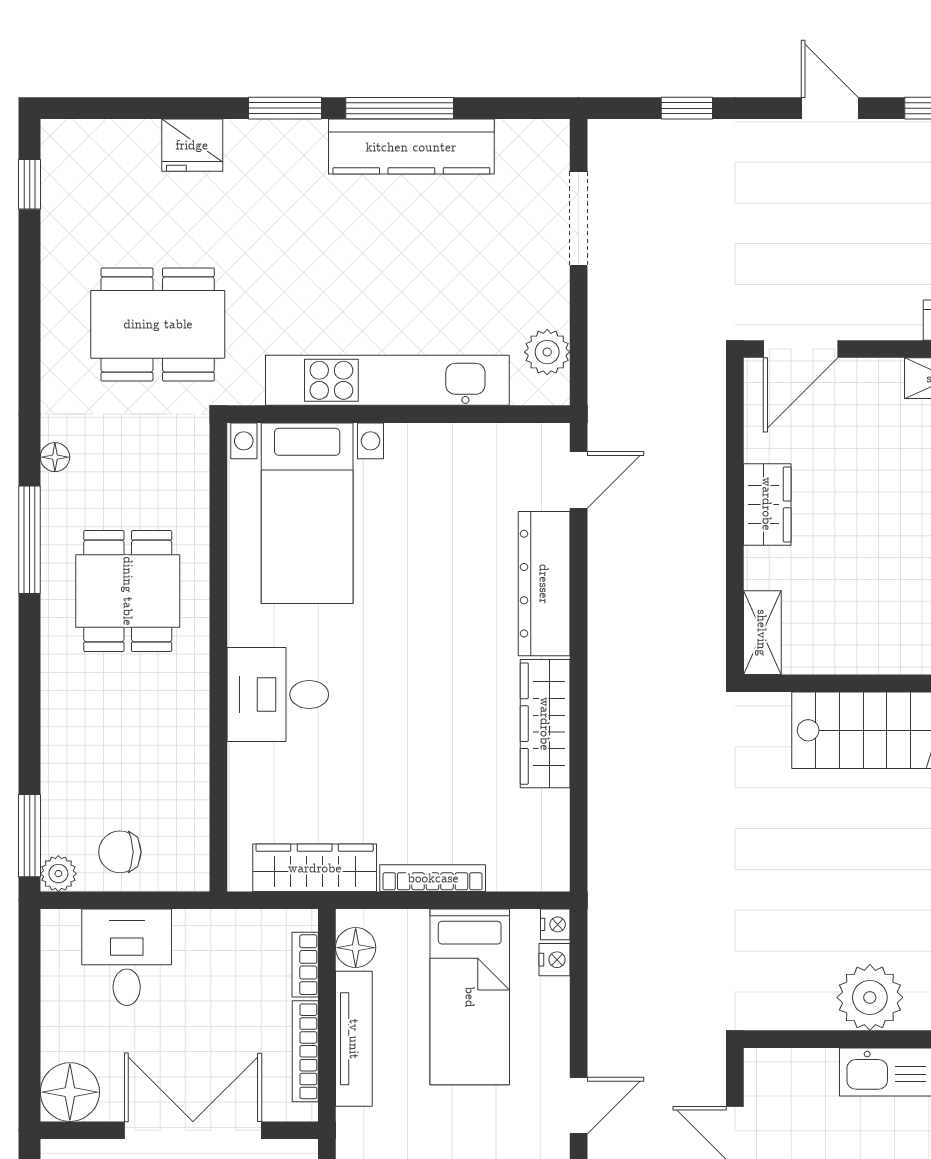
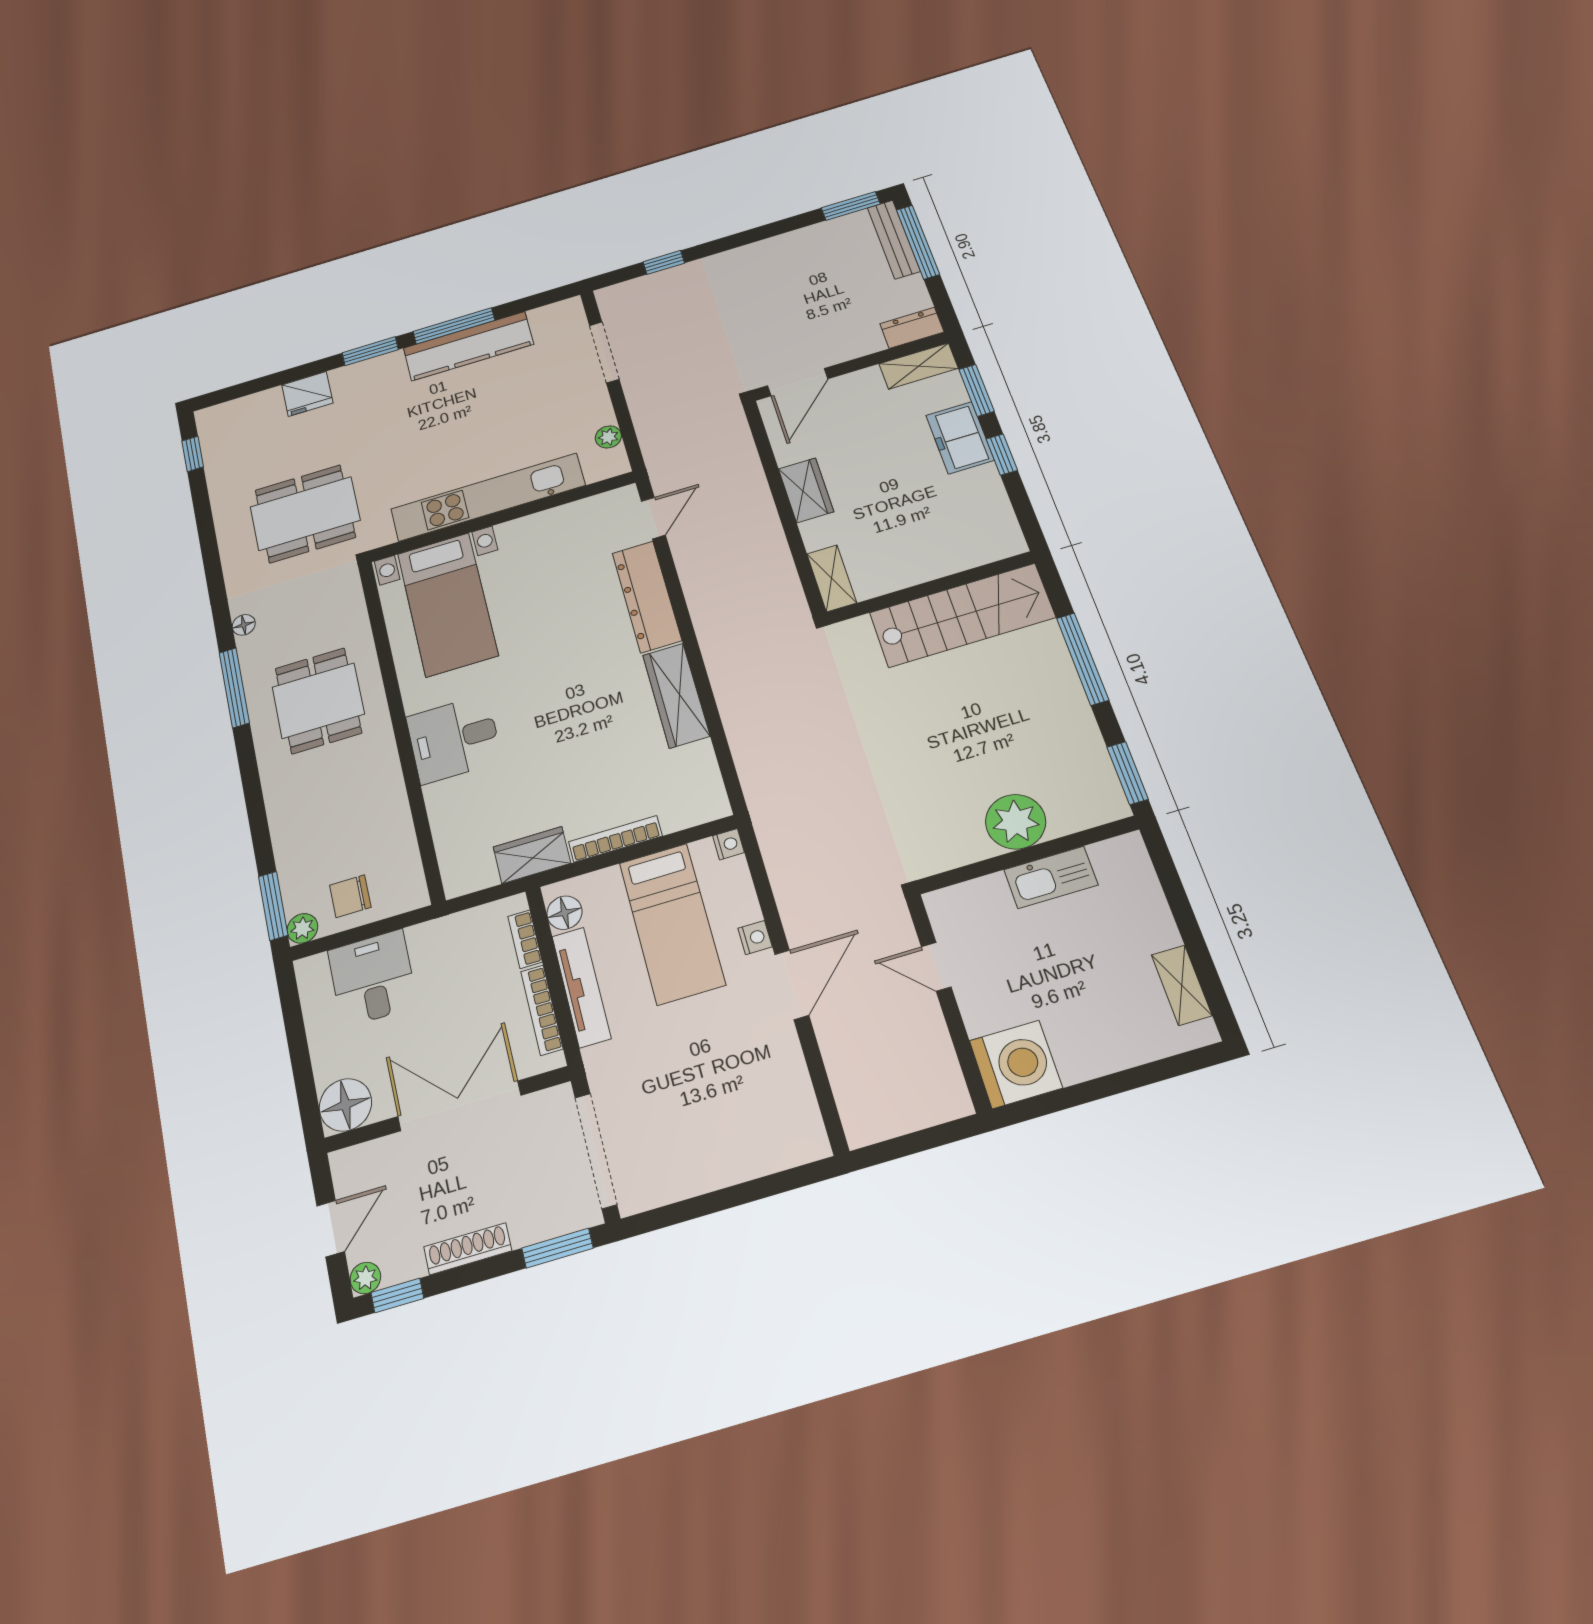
door: (830, 108) -> (768, 231), removed
plant: (547, 352) -> (608, 437), width x0.73, depth x0.73
wardrobe: (315, 868) -> (532, 855), width x0.67
nightstand: (555, 960) -> (755, 938), moved
door: (579, 1106) -> (792, 985), width x1.38

